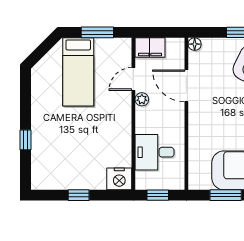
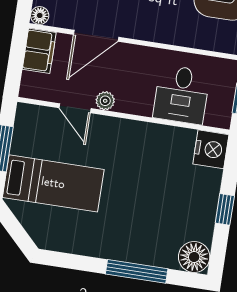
filing cabinet: (150, 48) -> (39, 51), moved
window: (25, 140) -> (137, 271), width x2.17
floor lamp: (42, 179) -> (194, 257), added

